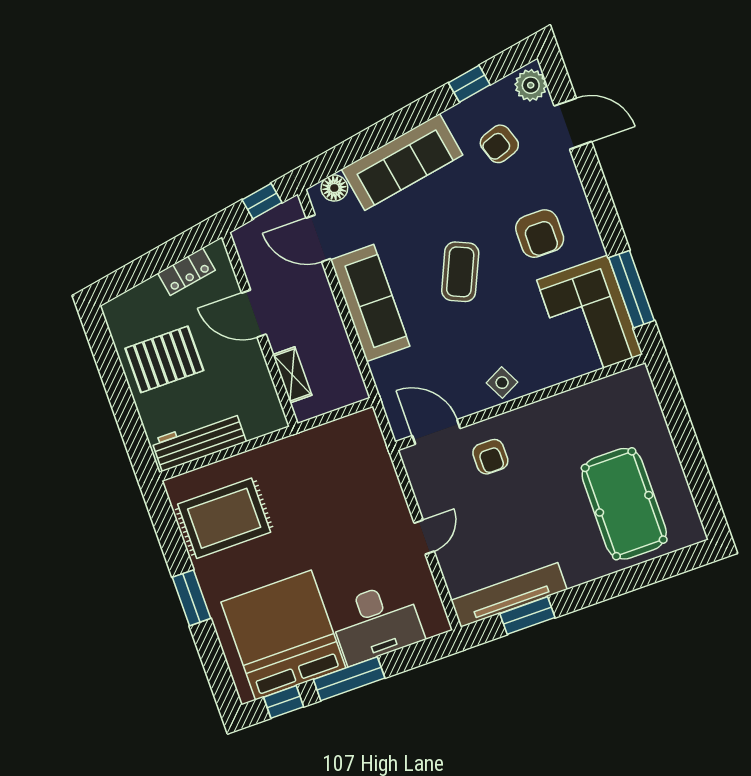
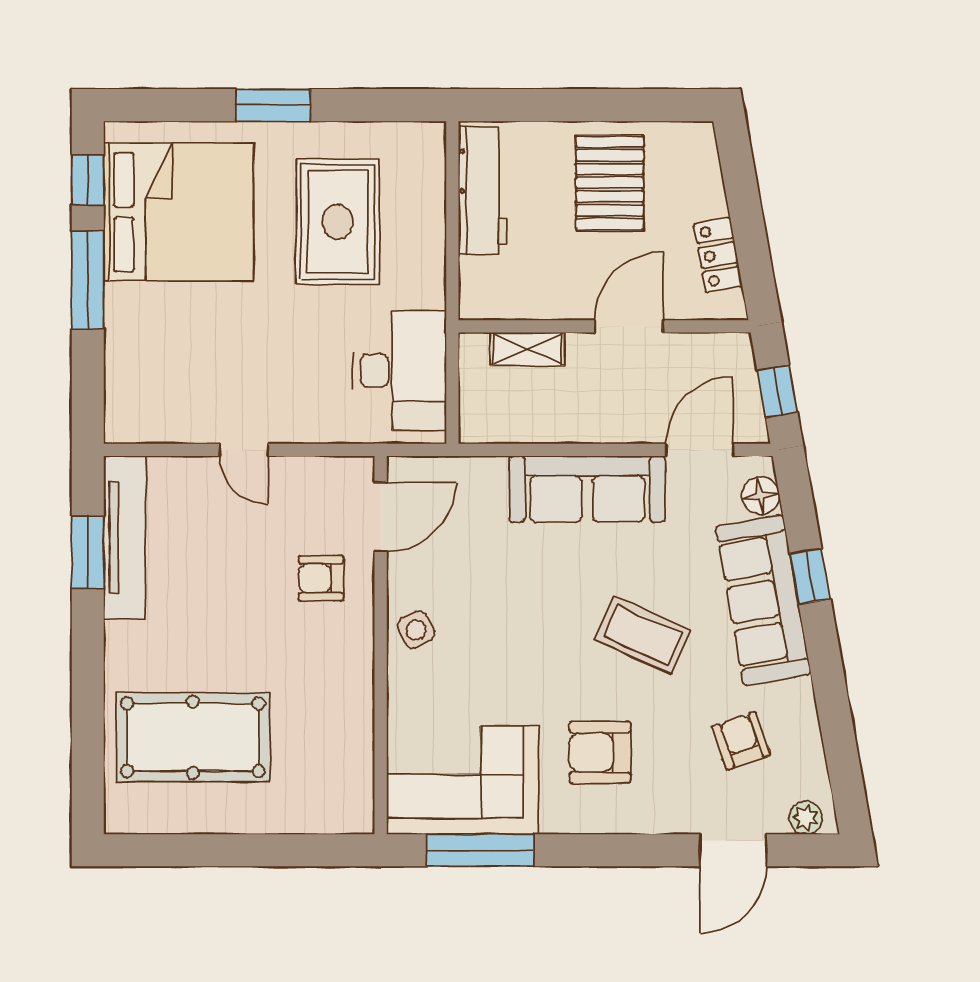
window: (469, 84) -> (810, 576), moved
plant: (531, 85) -> (806, 818), width x0.73, depth x0.73
coffee table: (460, 272) -> (643, 635), moved
rug: (224, 518) -> (338, 222), moved
desk: (376, 623) -> (400, 371), moved, turned 180

